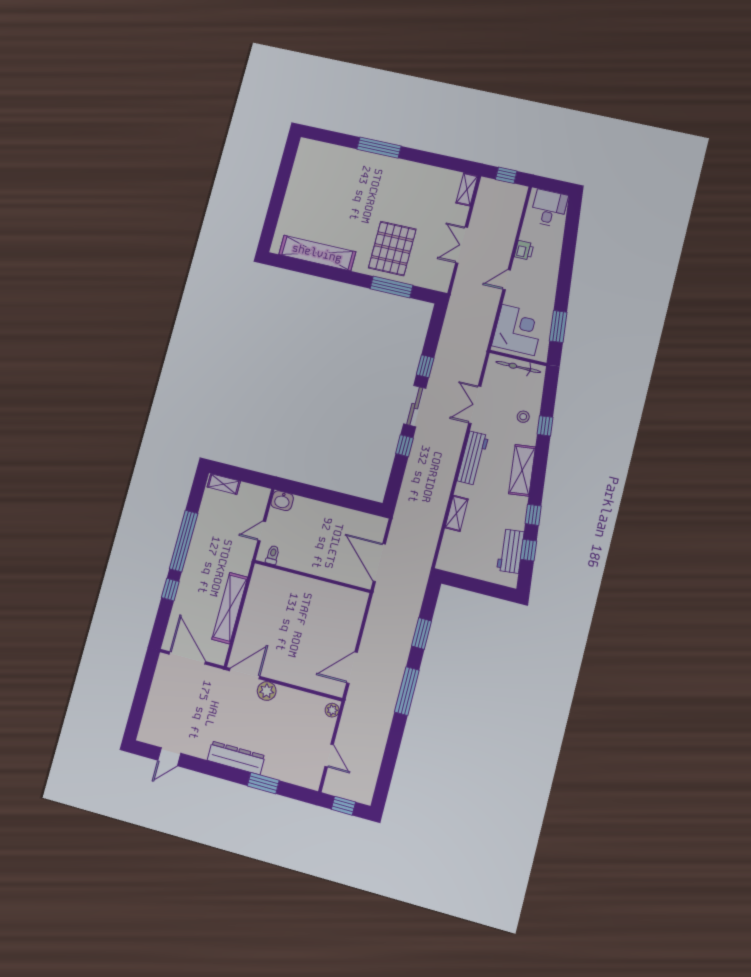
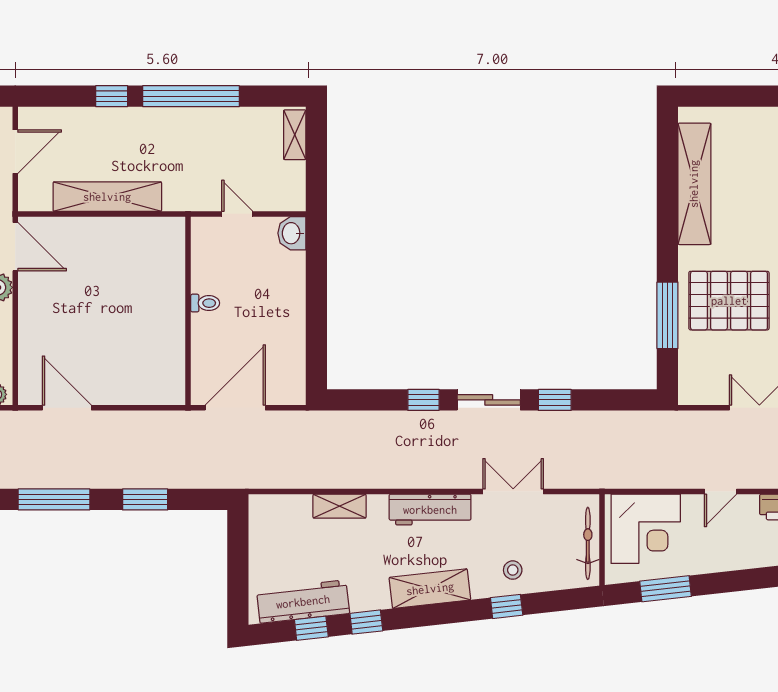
door: (507, 280) -> (720, 492), swing flipped
workbench: (510, 551) -> (303, 602), width x1.38
toilet: (273, 555) -> (205, 303), moved
door: (187, 658) -> (15, 152), width x0.73

